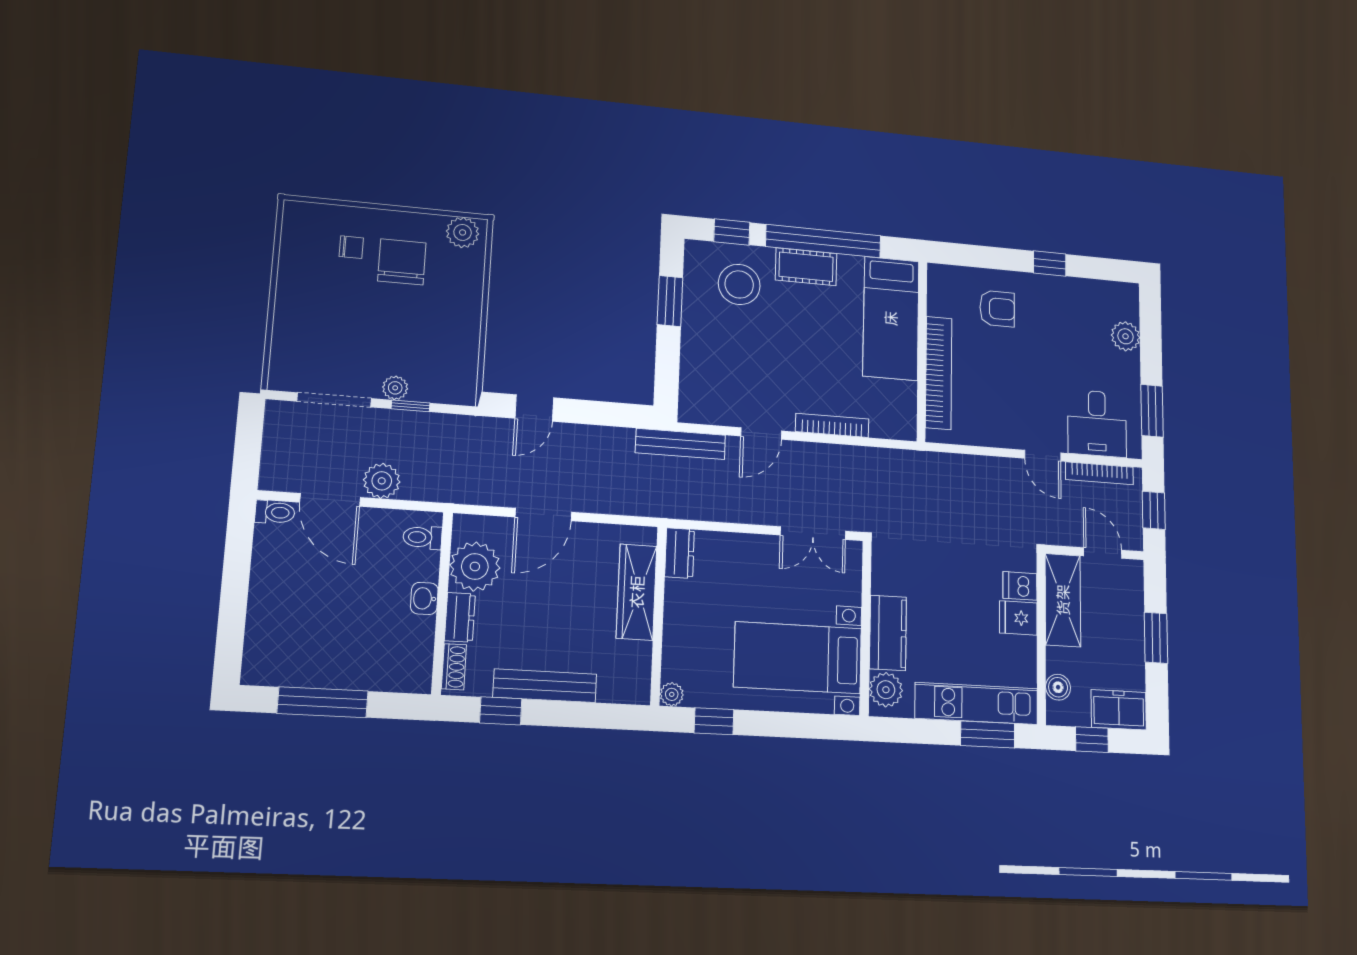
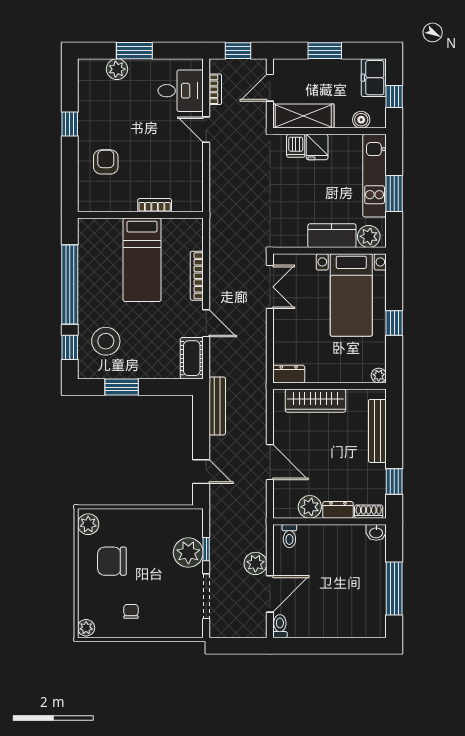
plant: (299, 213) -> (86, 628), added
chair: (351, 247) -> (131, 611), moved
cot: (806, 267) -> (192, 358), moved
bed: (891, 318) -> (142, 260), moved, turned 90
bookcase: (939, 373) -> (155, 205), width x0.43, depth x0.76
plant: (395, 388) -> (188, 553), width x1.88, depth x1.88
window: (1152, 411) -> (134, 51), moved
bench: (680, 444) -> (217, 406), moved
door: (1043, 456) -> (206, 130), swing flipped
bookcase: (1100, 473) -> (215, 89), width x0.64
plant: (475, 566) -> (310, 507), width x0.73, depth x0.73
washbasin: (424, 598) -> (376, 532), moved
bench: (545, 686) -> (377, 431), moved
window: (714, 721) -> (394, 323), moved
window: (988, 734) -> (394, 193), moved

